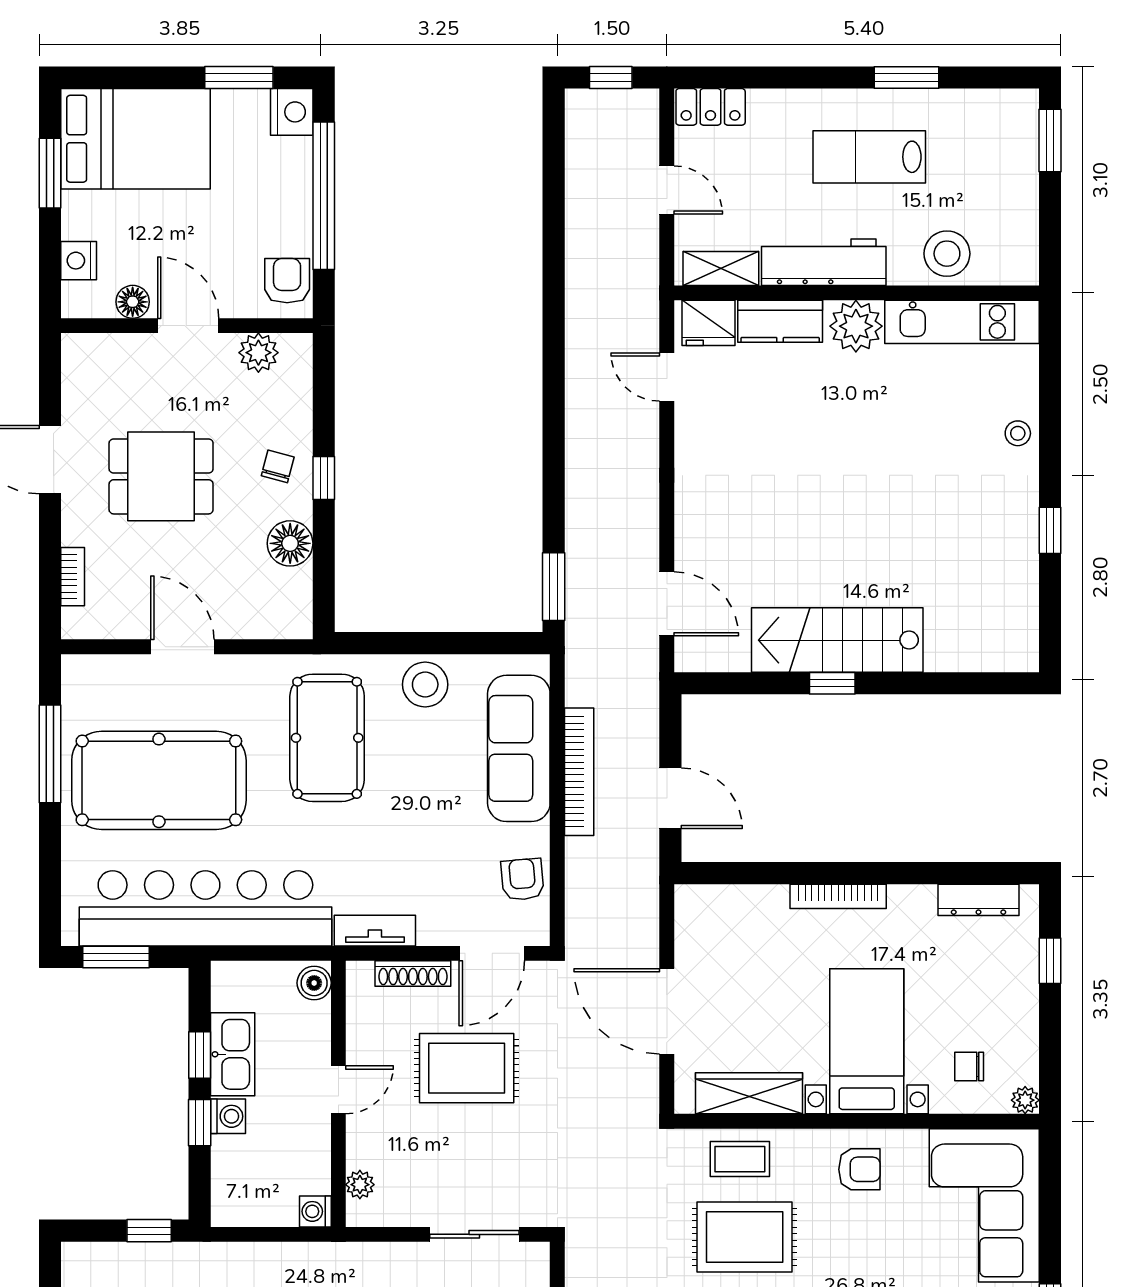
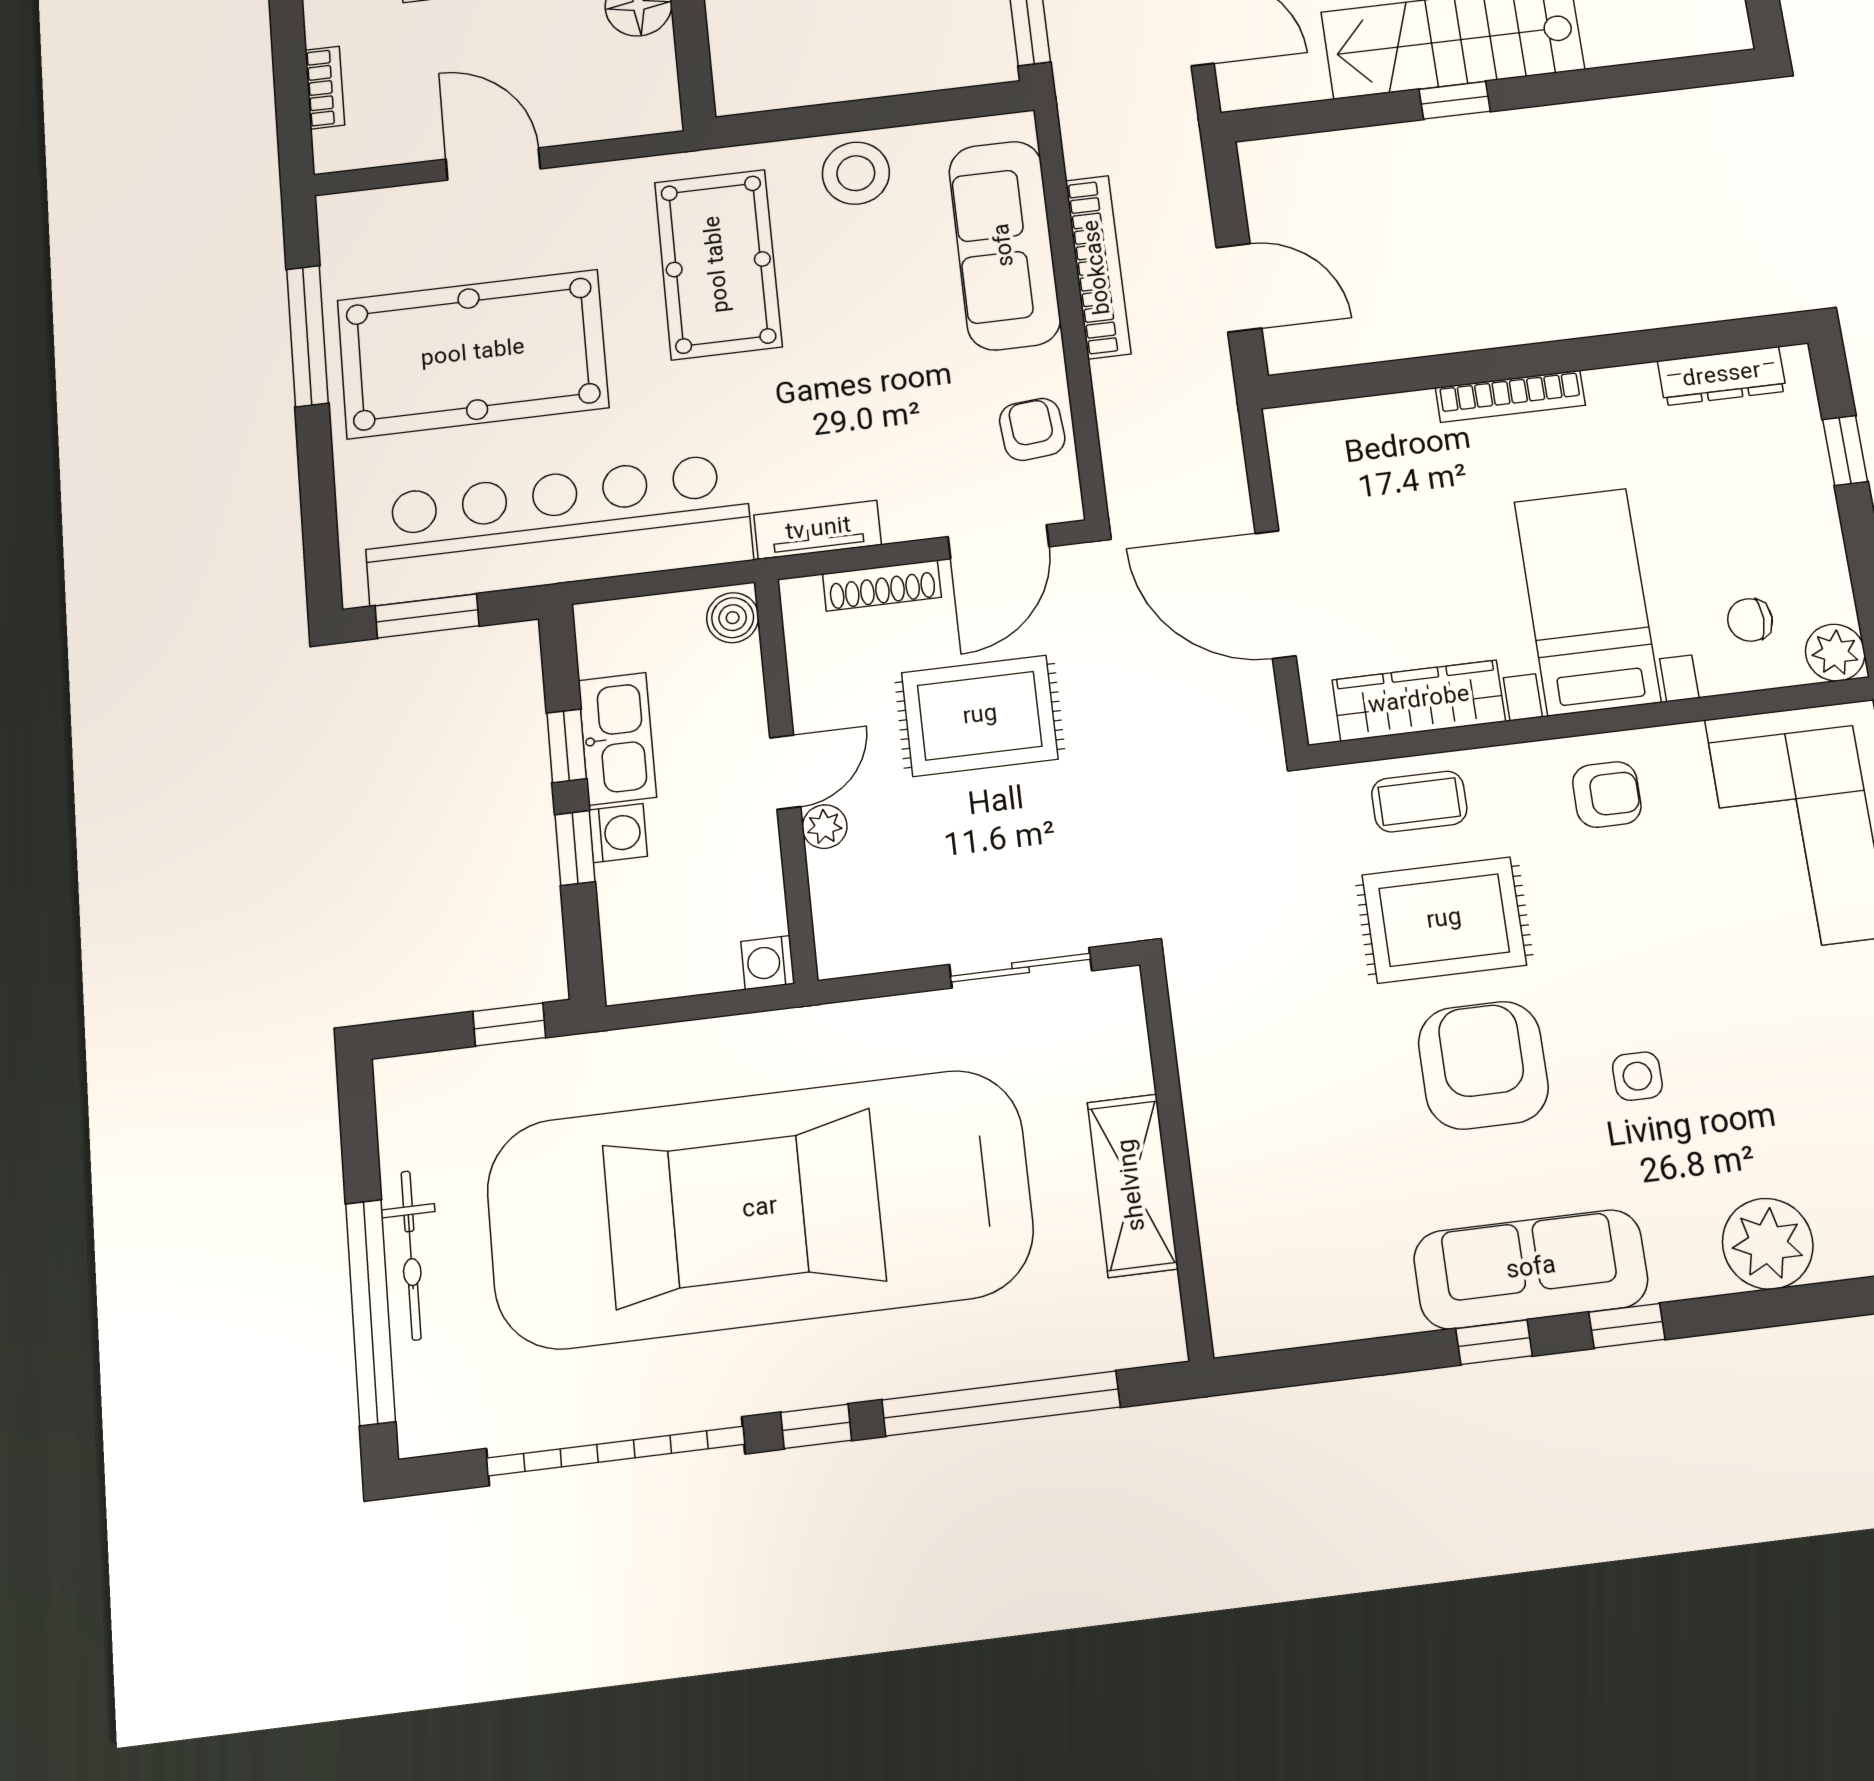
plant: (1025, 1100) -> (1835, 653), width x1.38, depth x1.38
plant: (360, 1185) -> (825, 827), moved

